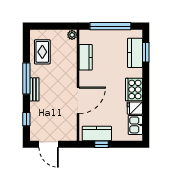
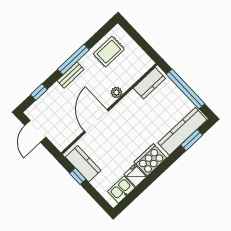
plant: (72, 35) -> (116, 92), moved
kitchen counter: (135, 53) -> (182, 131), width x1.50
kitchen counter: (86, 57) -> (149, 83), moved
door: (78, 100) -> (96, 121), swing flipped

